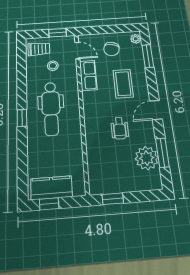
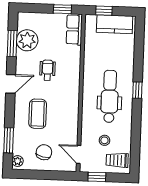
row of seats: (88, 75) -> (74, 30), moved
window: (49, 204) -> (104, 11), moved

